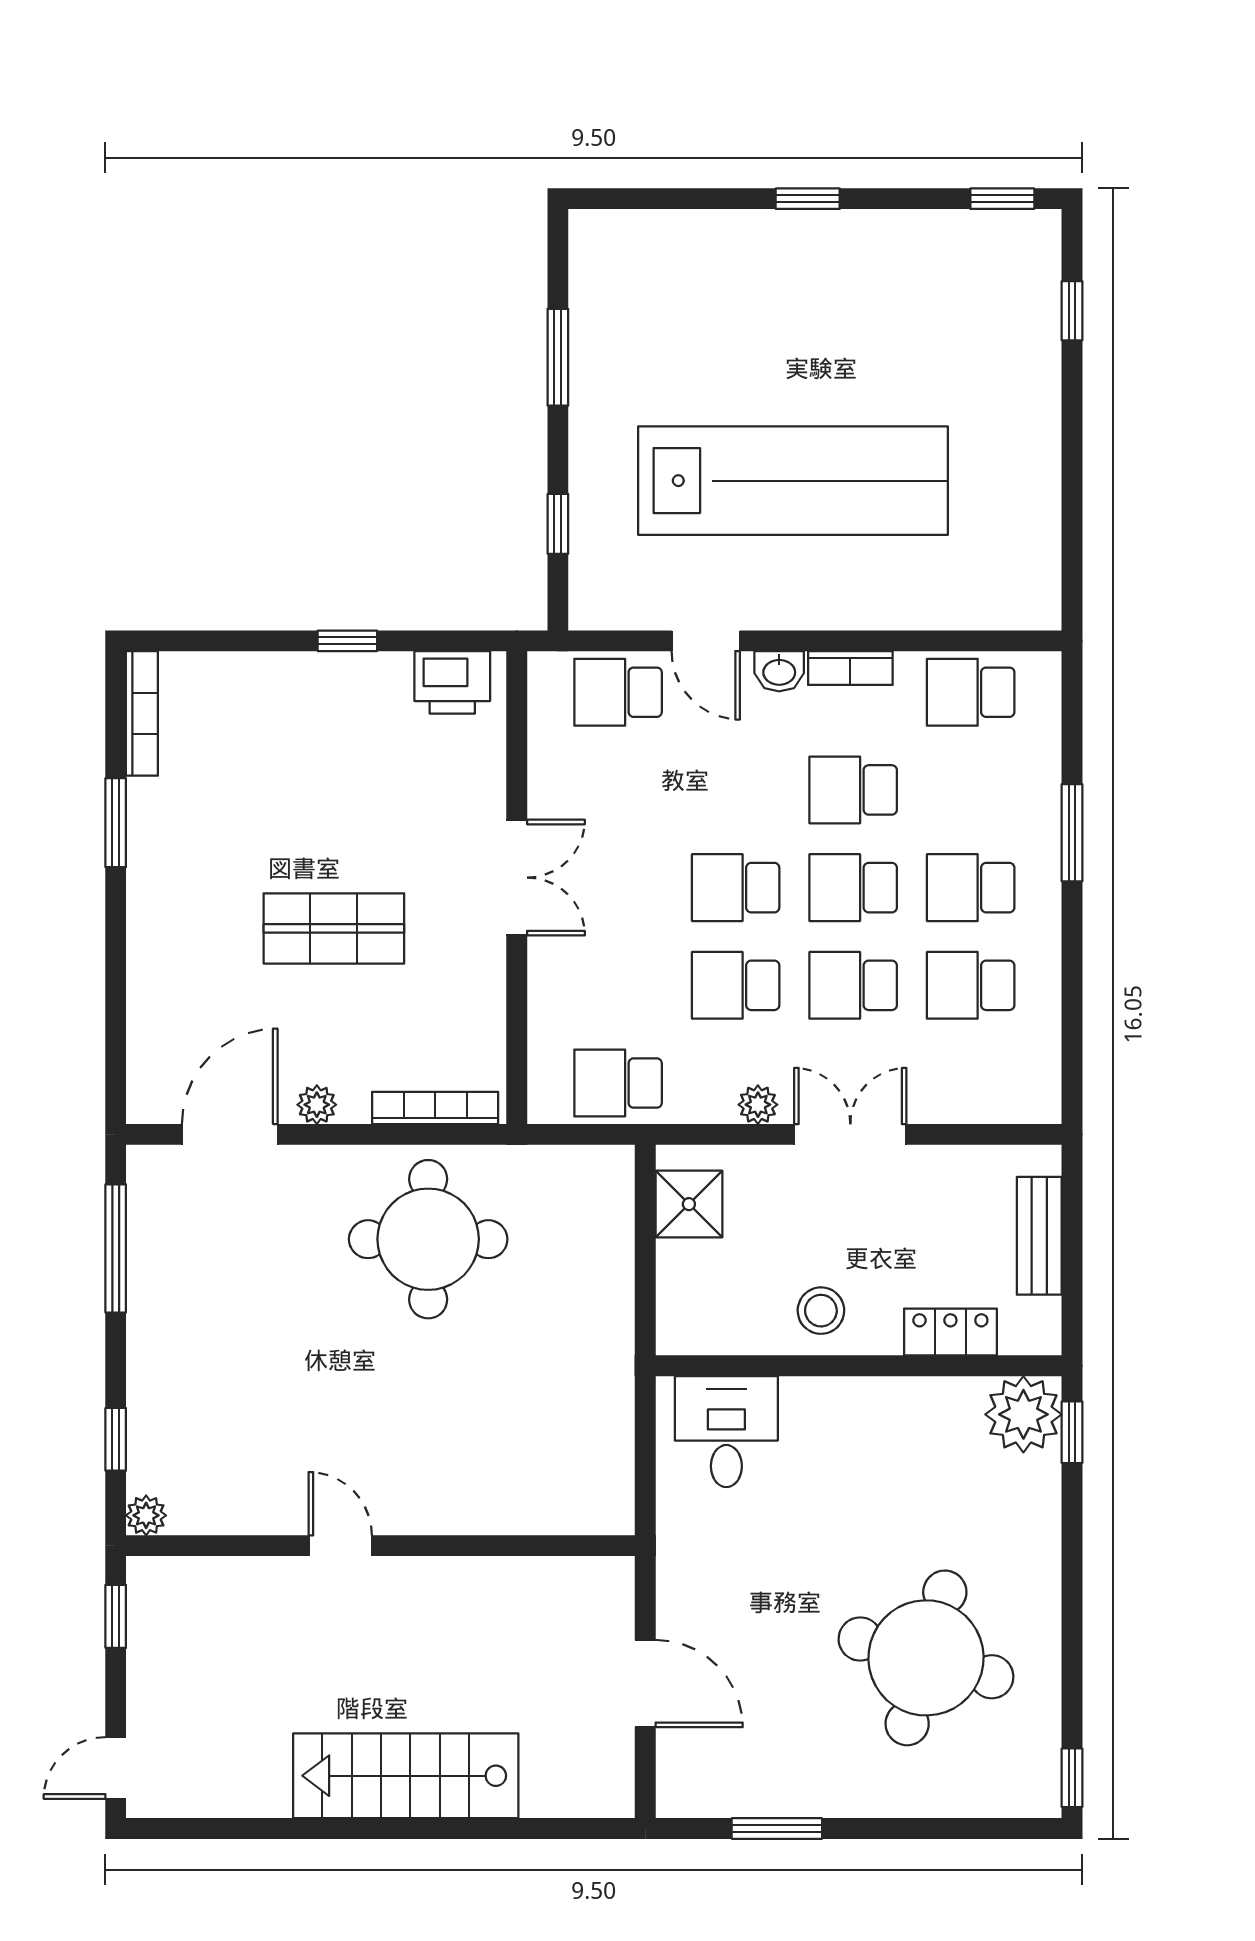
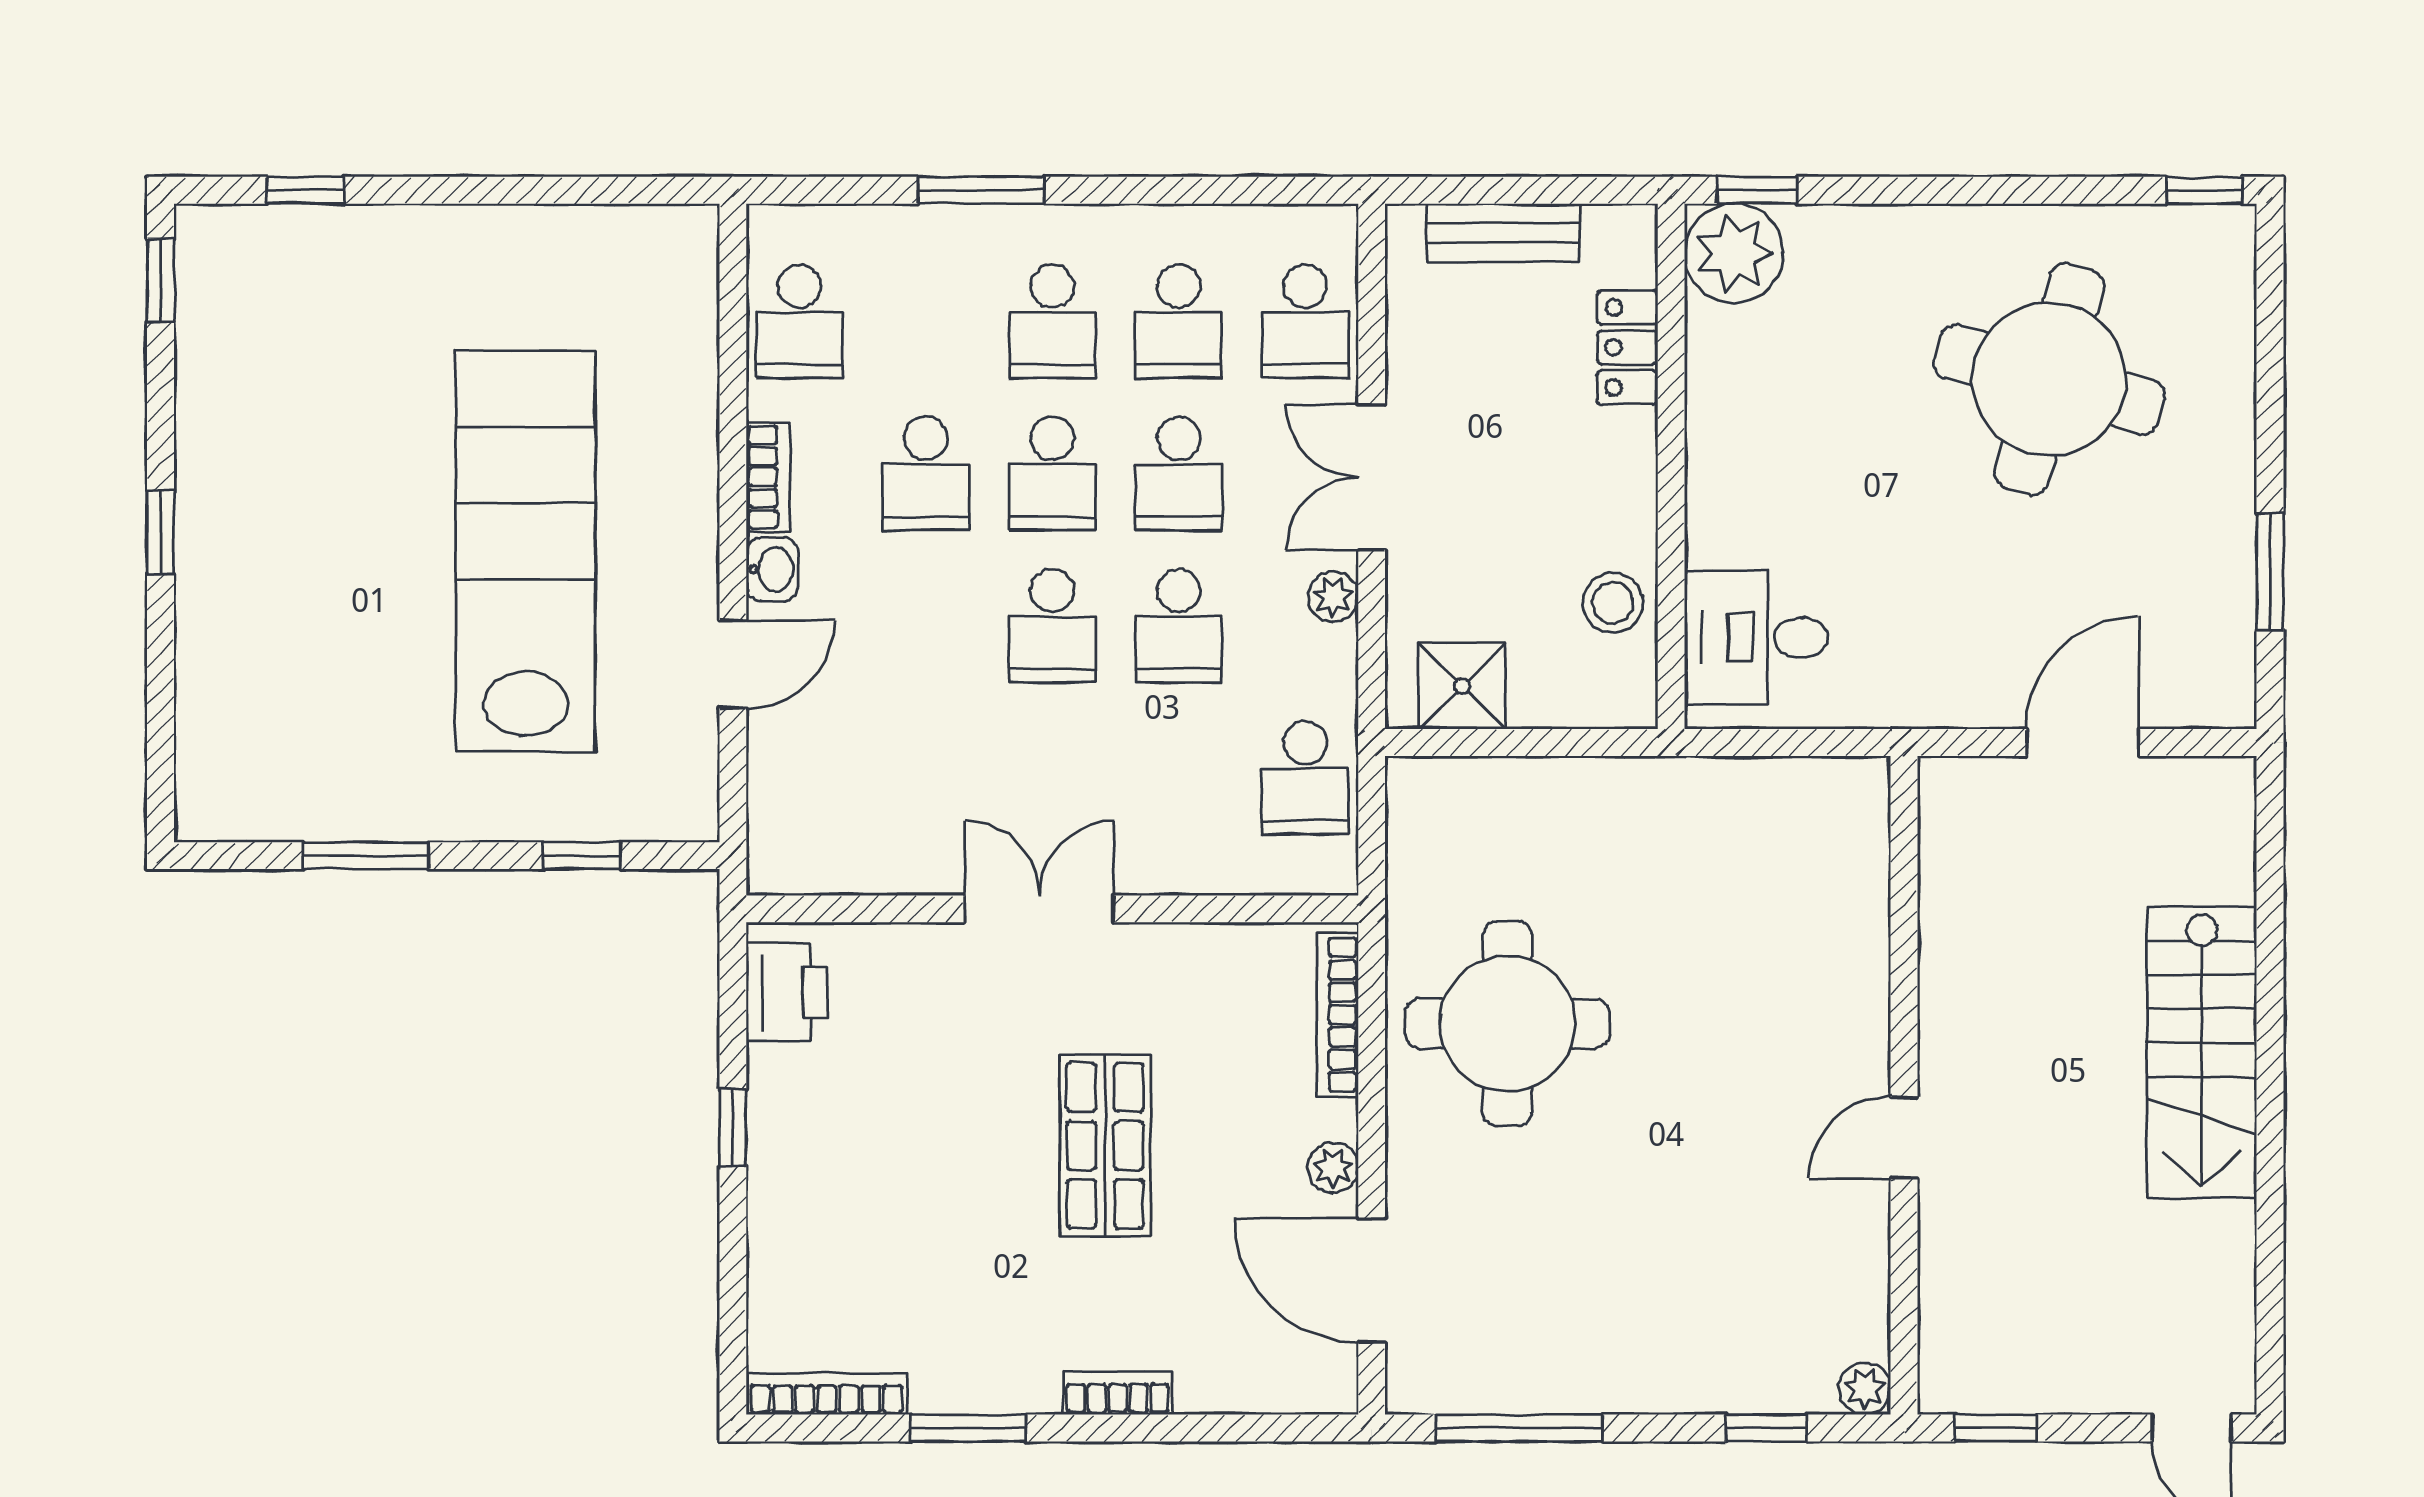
school desk: (618, 692) -> (1305, 321), moved
bookcase: (143, 938) -> (1118, 1393), added
stool: (821, 1311) -> (1613, 603), moved

